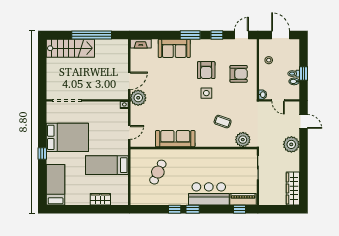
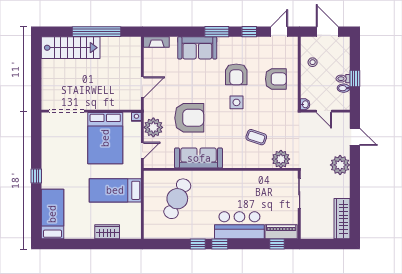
plant: (138, 98) -> (153, 127), moved
armchair: (168, 106) -> (189, 118), added
bed: (67, 137) -> (105, 138), moved, turned 90
cafe table: (158, 172) -> (177, 199), width x1.37, depth x1.35

